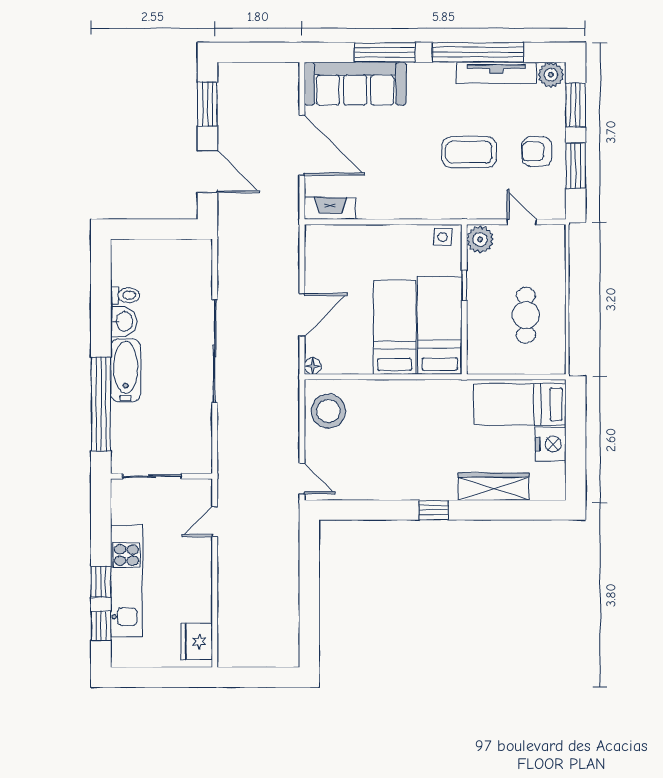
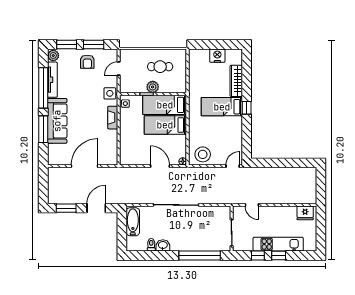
sofa: (355, 84) -> (57, 121), moved
coffee table: (469, 152) -> (88, 92), removed
side table: (466, 202) -> (110, 93), added
fireplace: (330, 208) -> (113, 118), moved
plant: (480, 239) -> (153, 87), moved
bathtub: (126, 370) -> (133, 222), moved, turned 90
bed: (520, 404) -> (222, 107), moved, turned 90
window: (101, 626) -> (258, 255), moved

